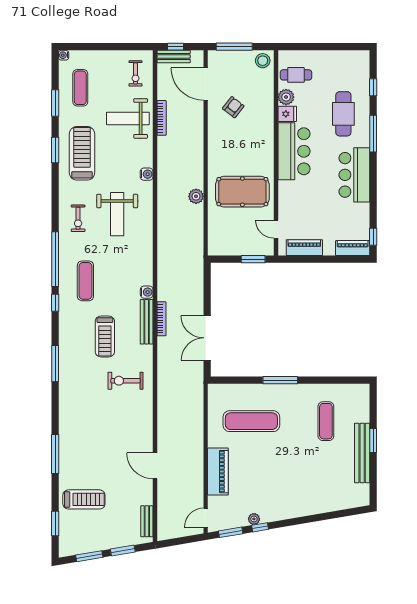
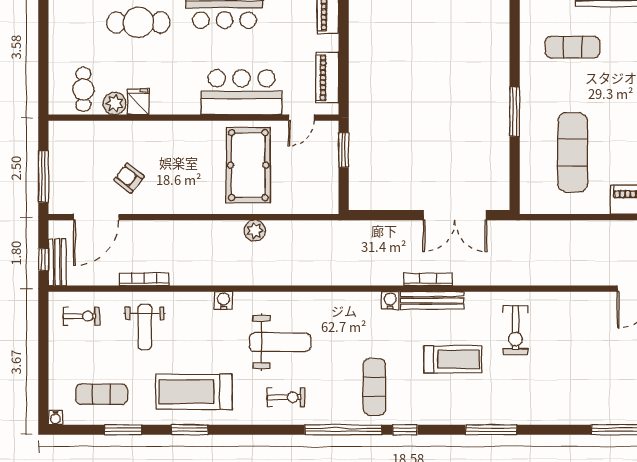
stool: (263, 61) -> (63, 136), removed
weight bench: (128, 118) -> (145, 327), width x0.73, depth x0.75
bar counter: (294, 151) -> (242, 92), moved
exercise mat: (85, 281) -> (374, 387), turned 90

